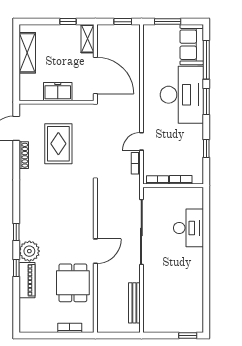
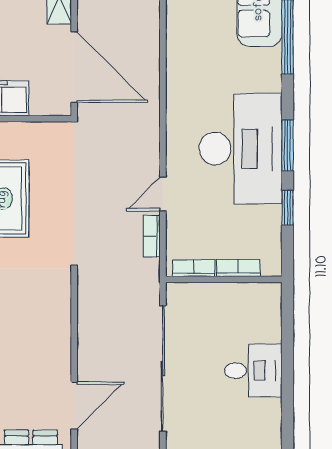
desk: (182, 95) -> (241, 149), moved
window: (206, 101) -> (288, 145), moved
desk: (188, 228) -> (253, 371), width x0.73

